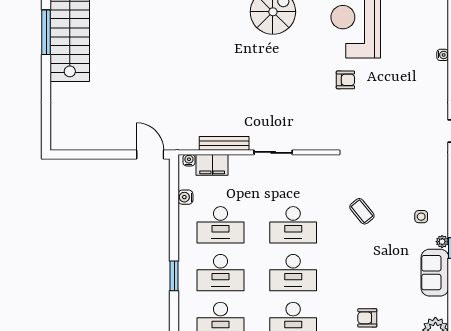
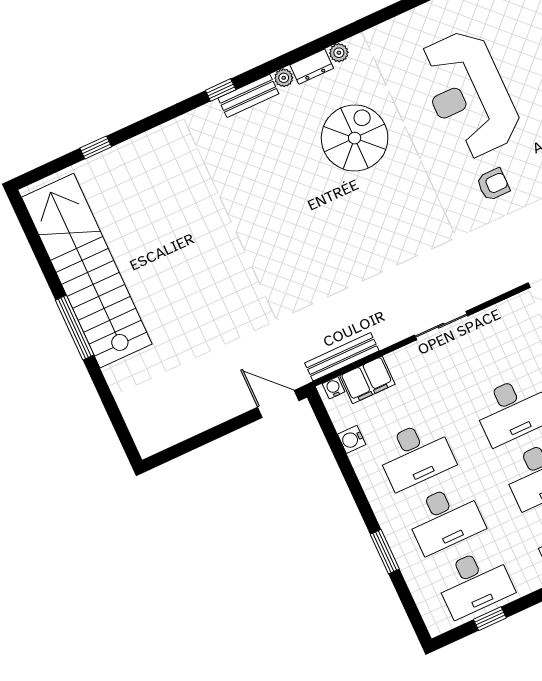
window: (46, 32) -> (75, 328), moved
bench: (224, 143) -> (342, 357), moved

